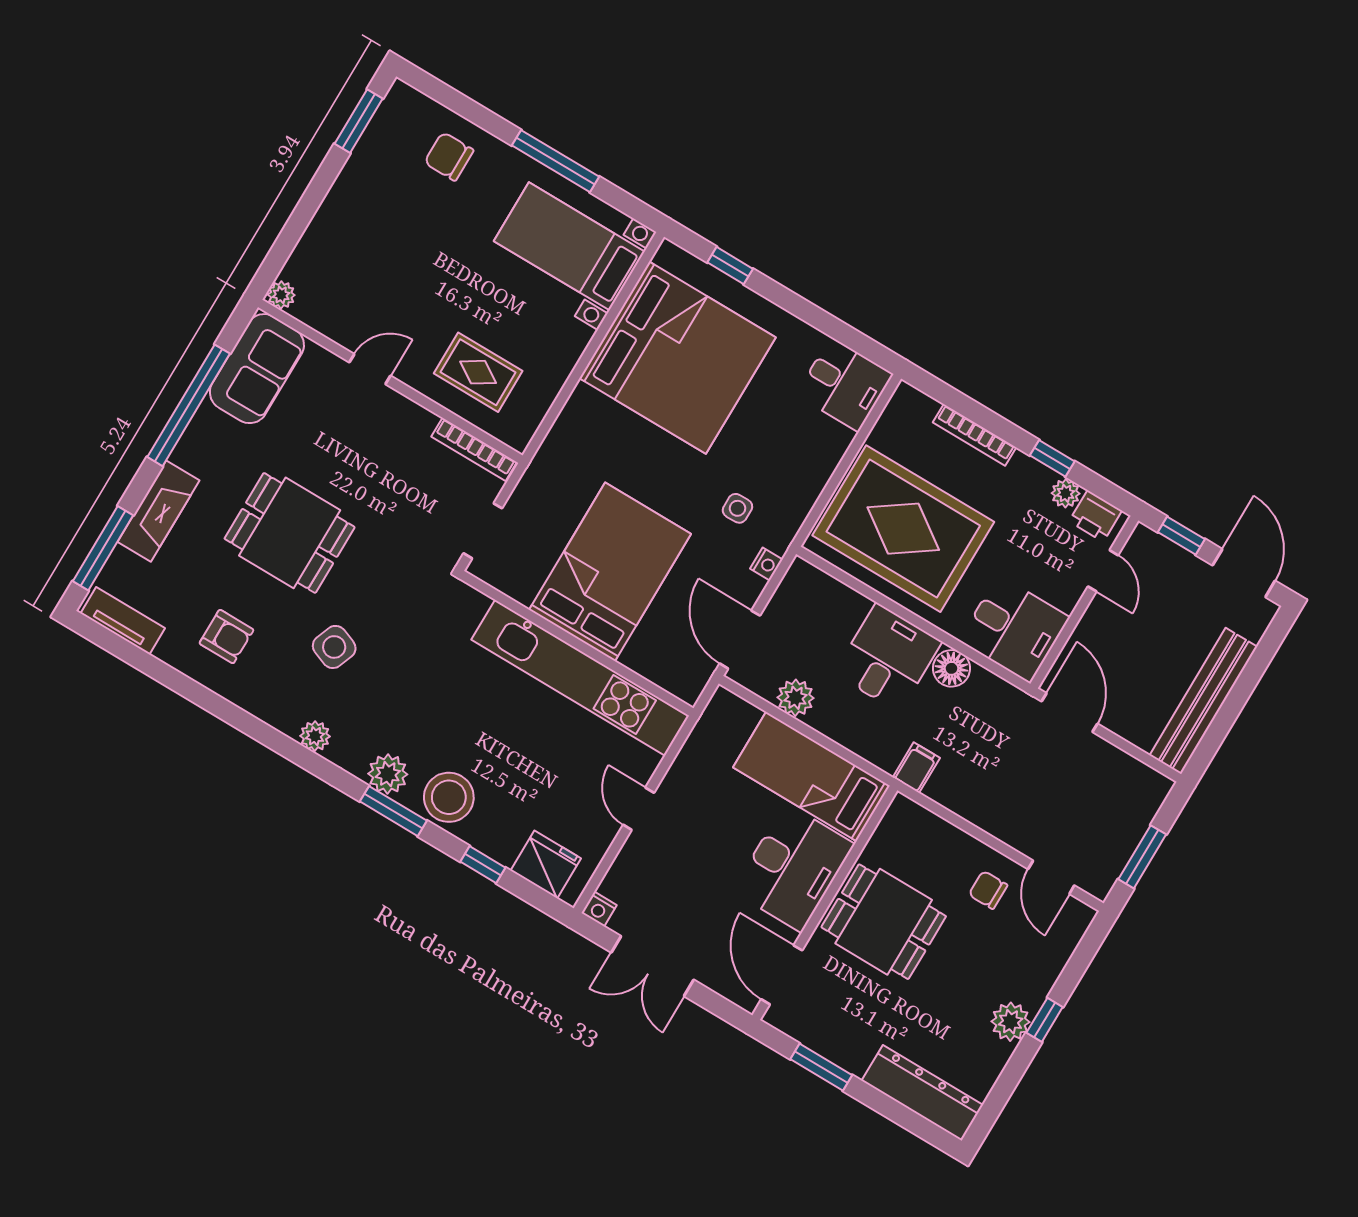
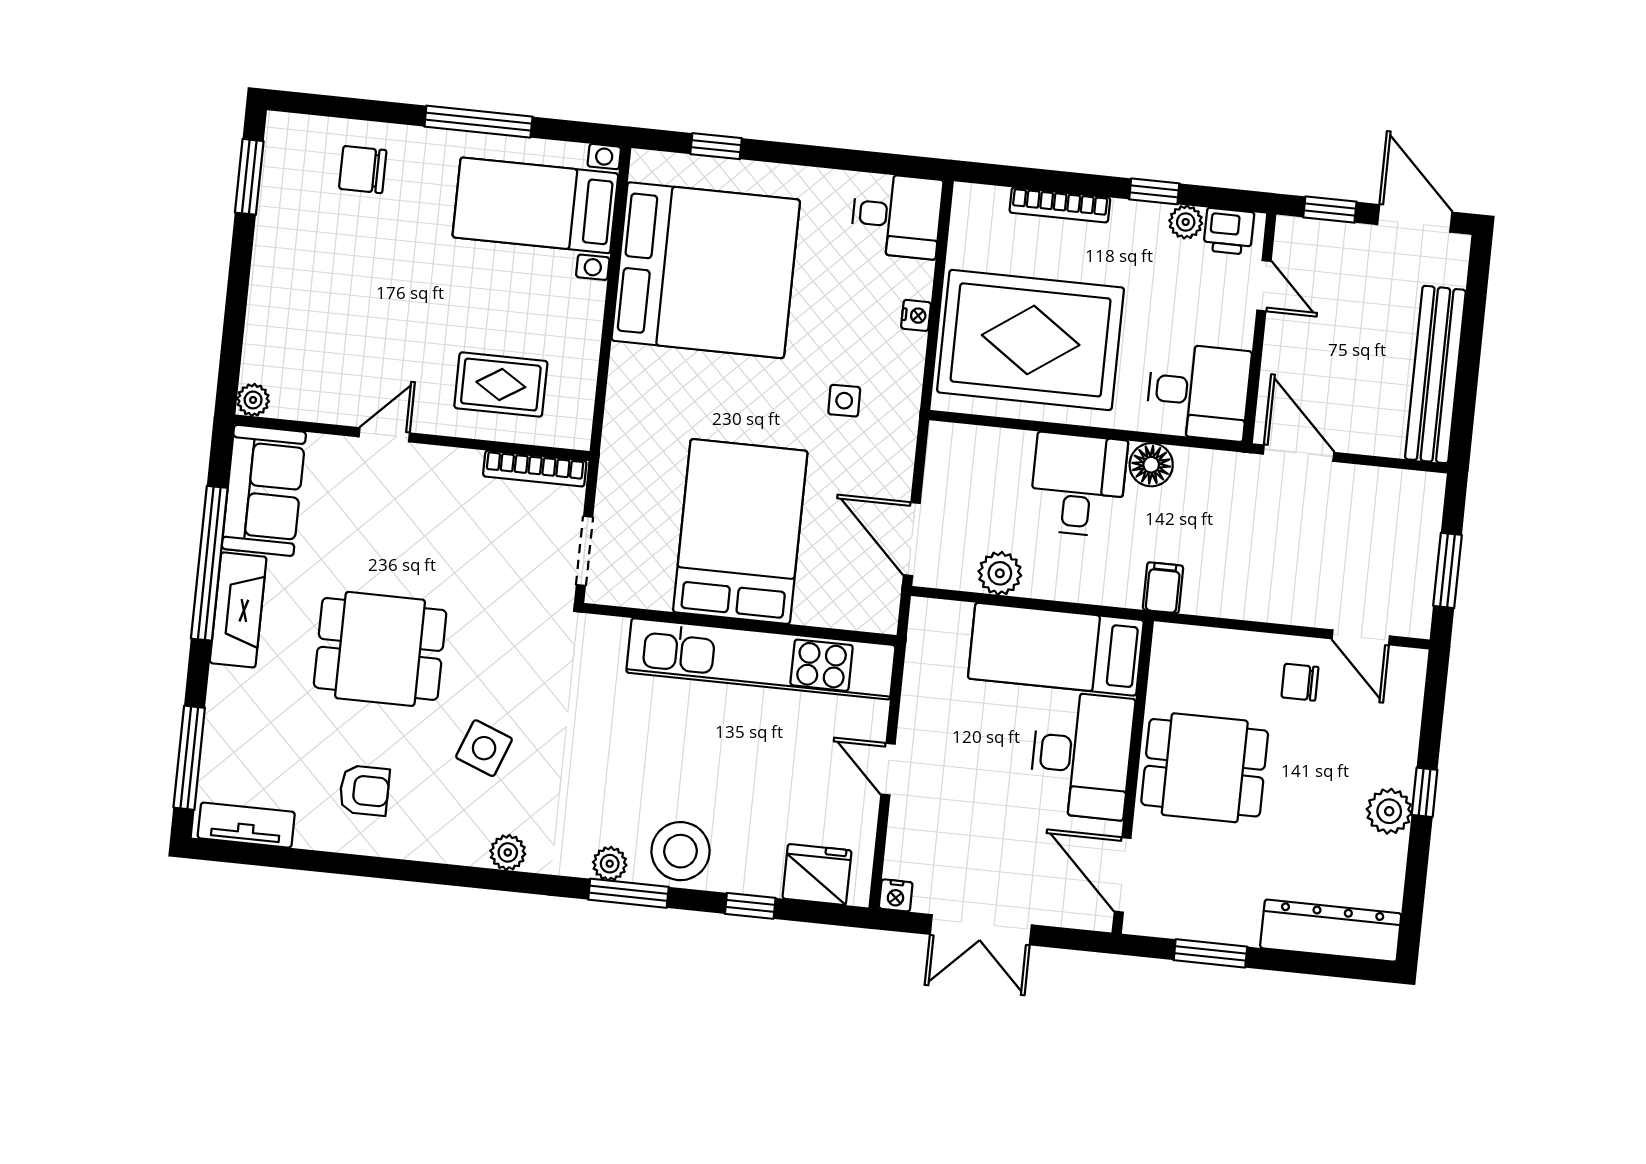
fireplace: (159, 511) -> (238, 610), moved
nightstand: (766, 564) -> (916, 315), moved
plant: (388, 774) -> (610, 864), width x0.73, depth x0.73

